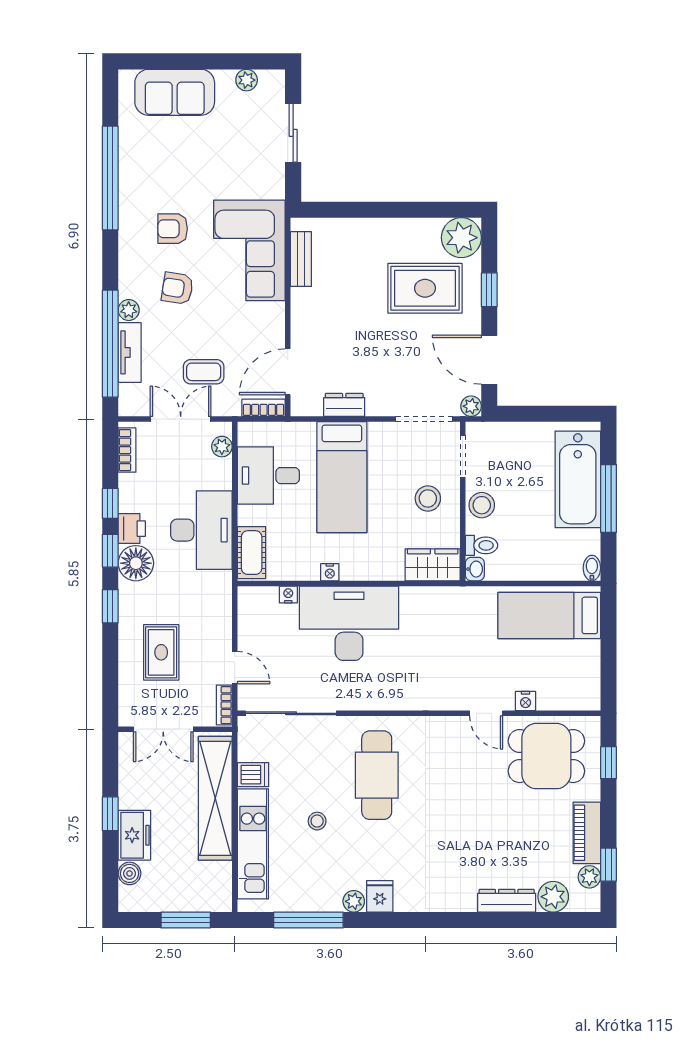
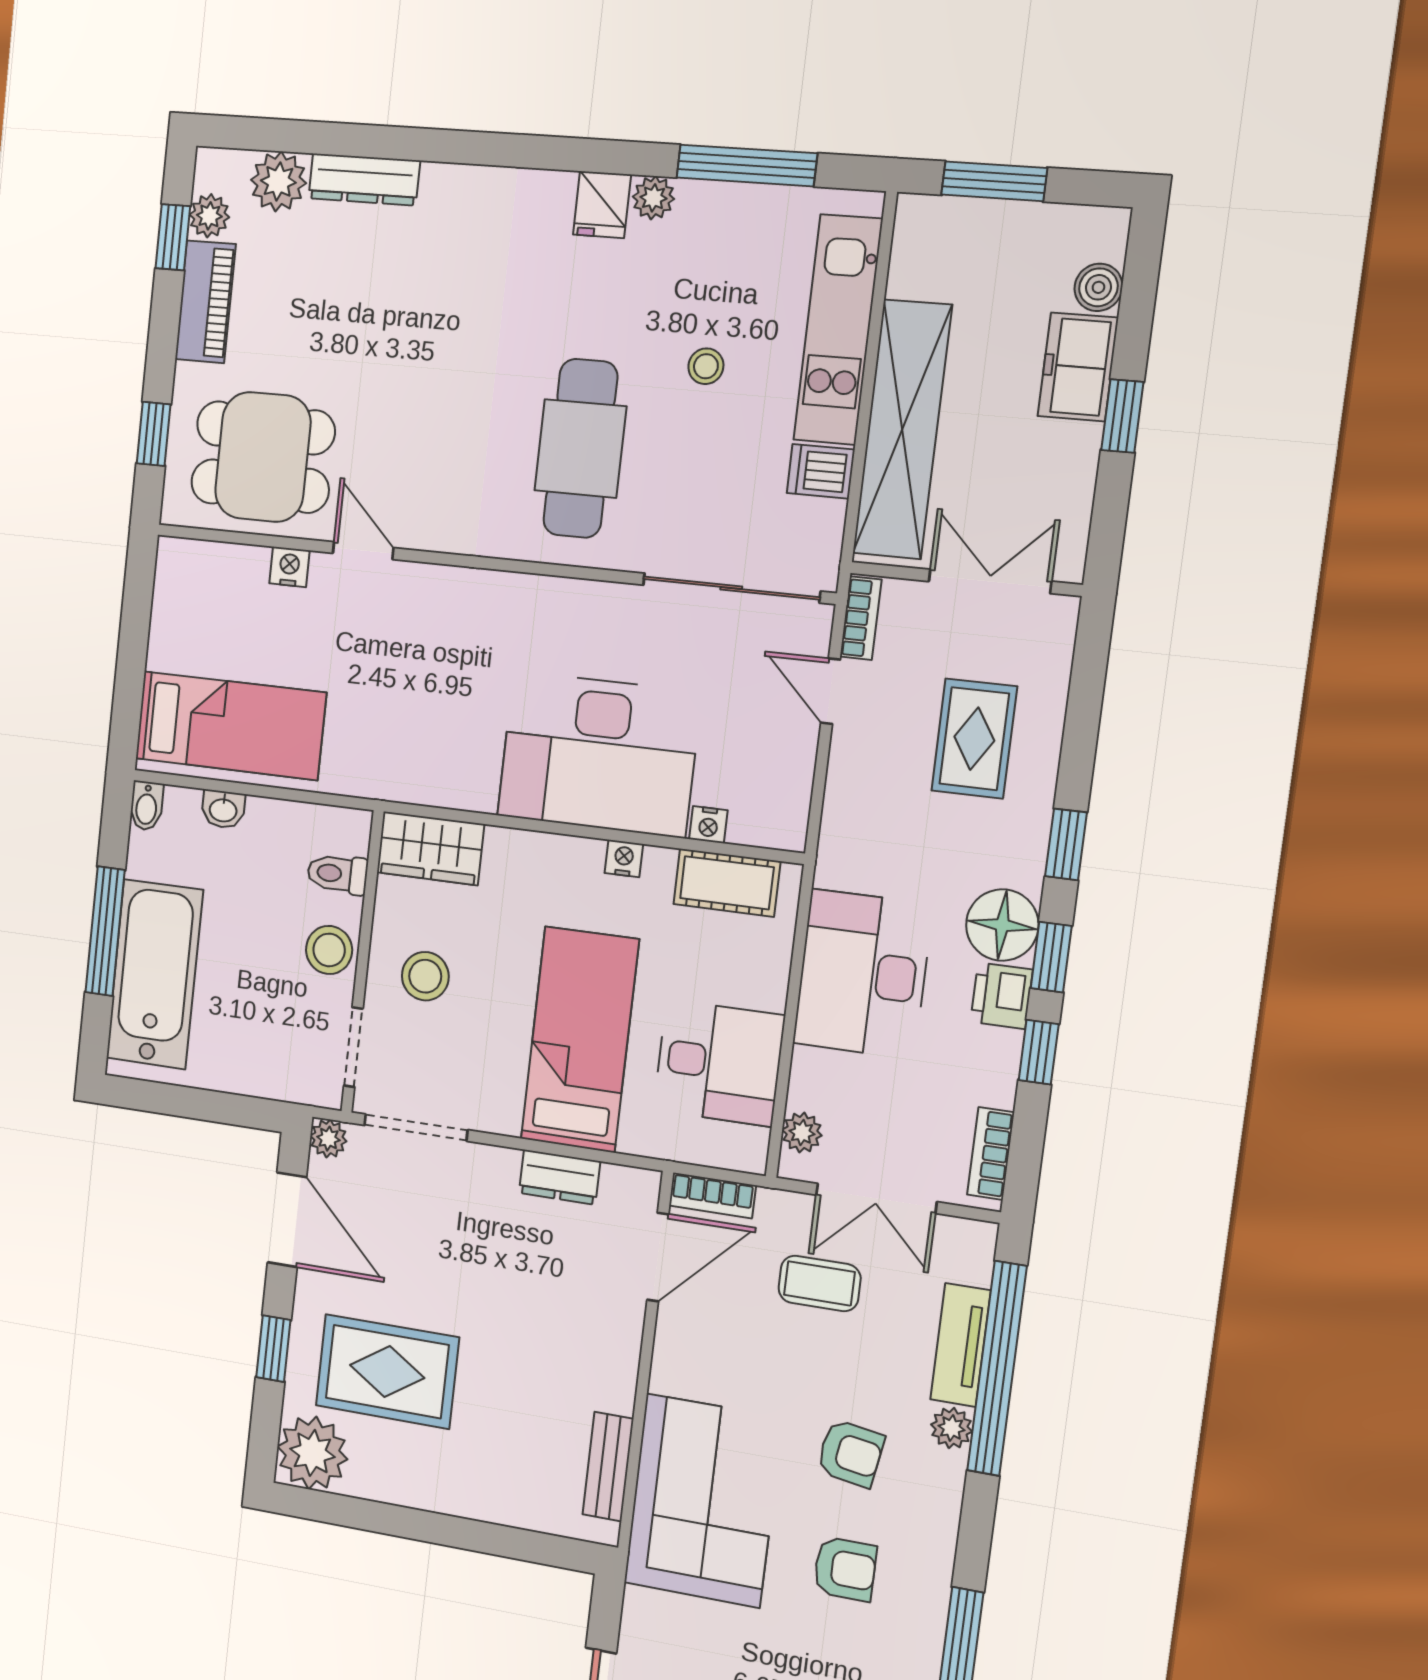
cot: (252, 553) -> (727, 883), moved, turned 90
washbasin: (475, 569) -> (223, 809), moved, turned -90

